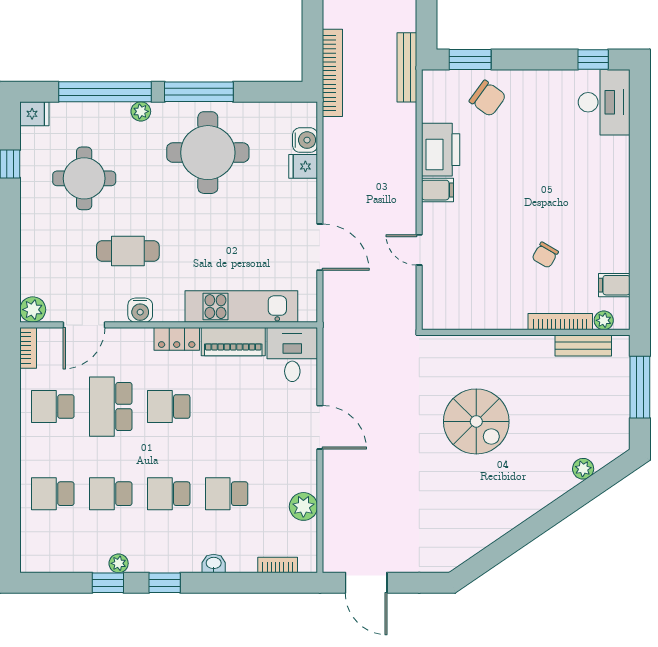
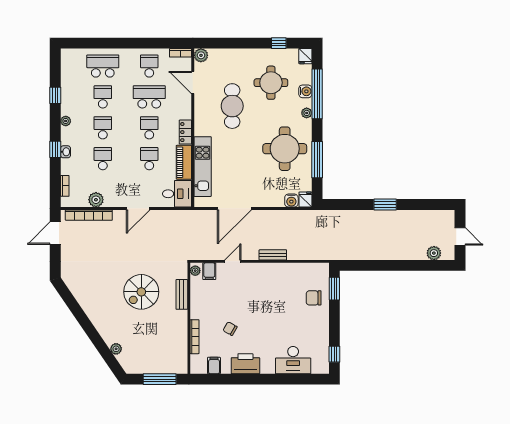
bench: (407, 67) -> (273, 255), moved, width x0.73
bookcase: (332, 73) -> (89, 215), moved
window: (199, 92) -> (317, 160), moved
chair: (488, 98) -> (314, 298), turned 54
desk: (604, 102) -> (293, 360), moved
printer: (441, 150) -> (245, 364), moved, turned 180
fridge: (303, 166) -> (305, 200), moved
filing cabinet: (437, 190) -> (209, 271), moved
door: (320, 247) -> (234, 208), width x1.36
cafe table: (128, 251) -> (232, 106), width x1.37, depth x1.35
water cooler: (140, 310) -> (305, 91), moved, turned 180
plant: (604, 320) -> (195, 271), moved
bench: (583, 346) -> (182, 294), moved
school desk: (227, 407) -> (149, 159), added
school desk: (53, 494) -> (103, 66), width x1.85
plant: (119, 563) -> (66, 121), moved
window: (165, 583) -> (55, 149), moved

